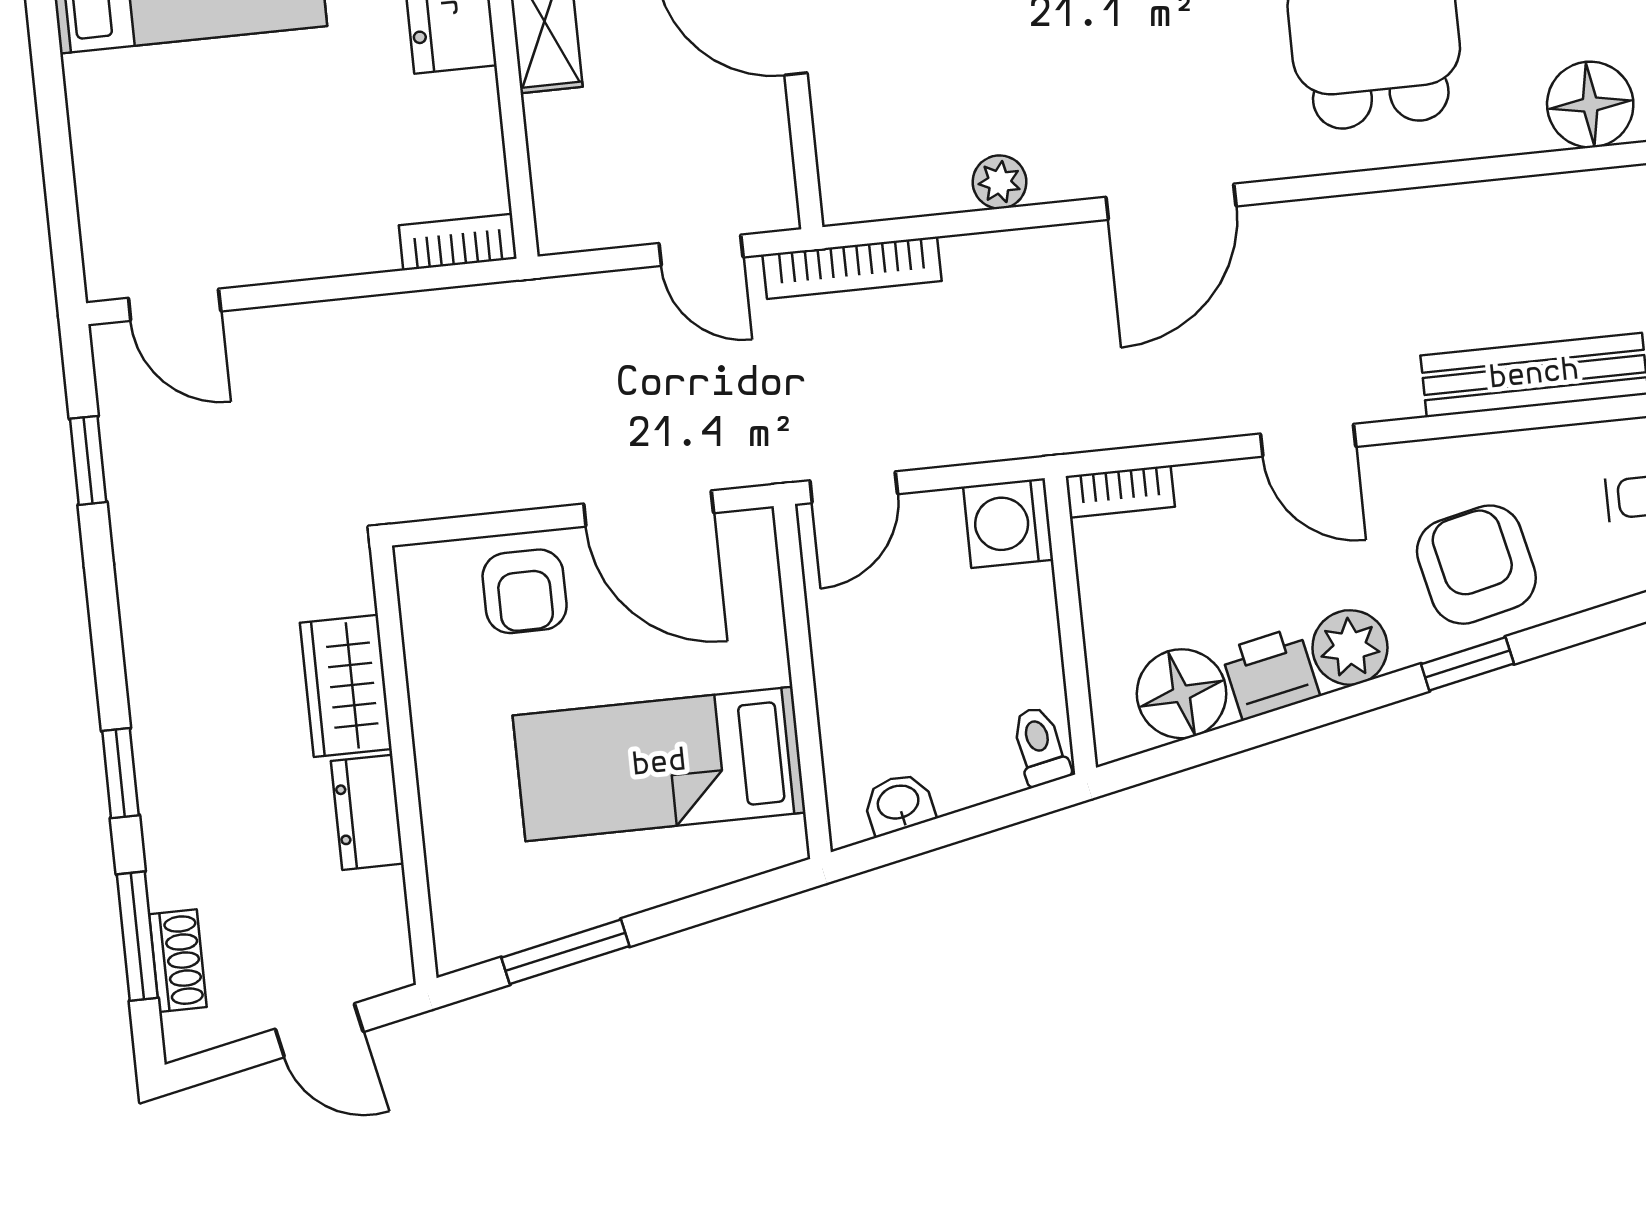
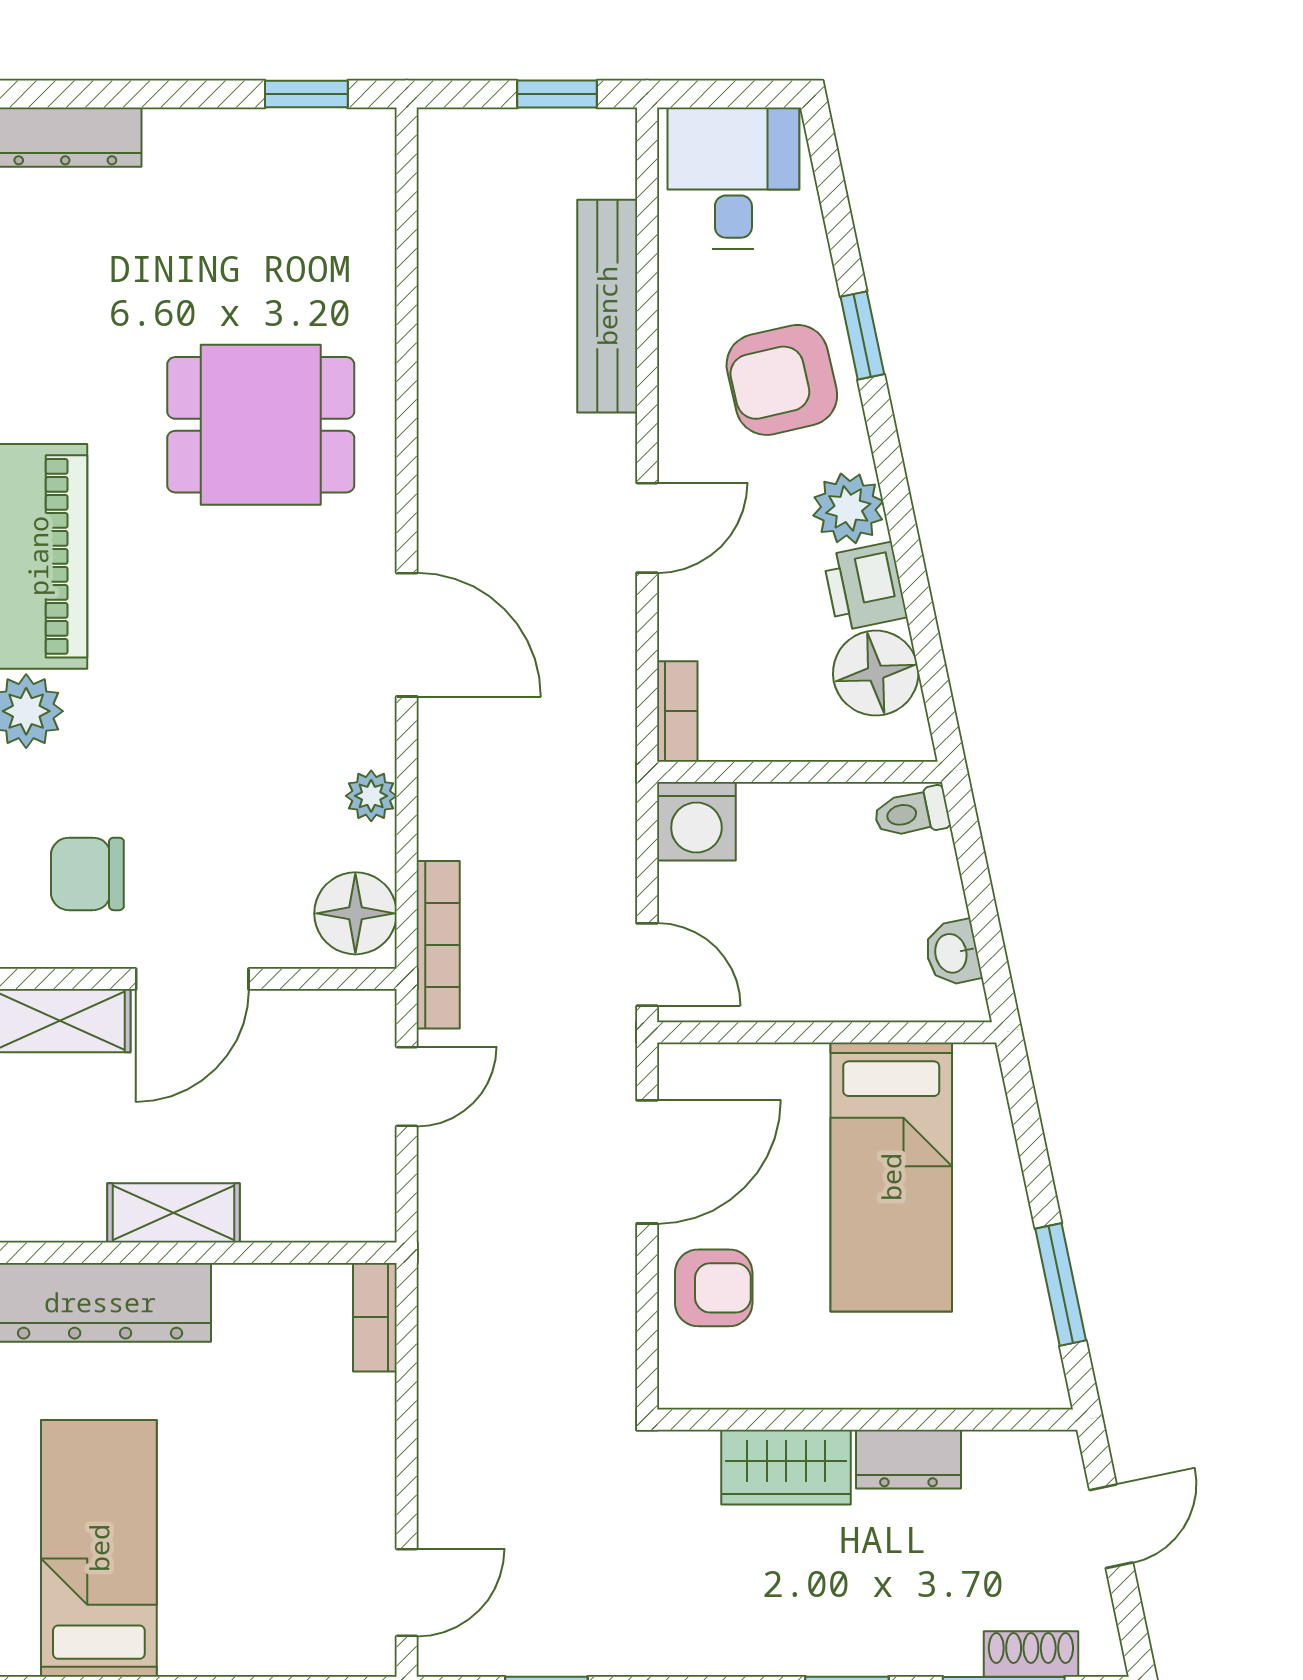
floor lamp: (1590, 105) -> (355, 913), moved
window: (1467, 664) -> (862, 335), moved

